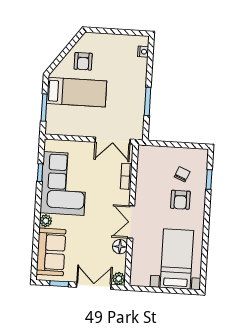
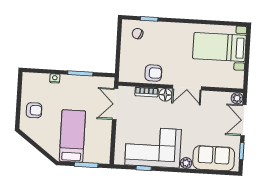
nightstand: (143, 52) -> (55, 78), moved
armchair: (83, 61) -> (34, 110), moved
double door: (113, 141) -> (115, 104), swing flipped
chair: (182, 174) -> (138, 34), moved
armchair: (180, 200) -> (153, 73), moved
floor lamp: (120, 247) -> (165, 95), moved

